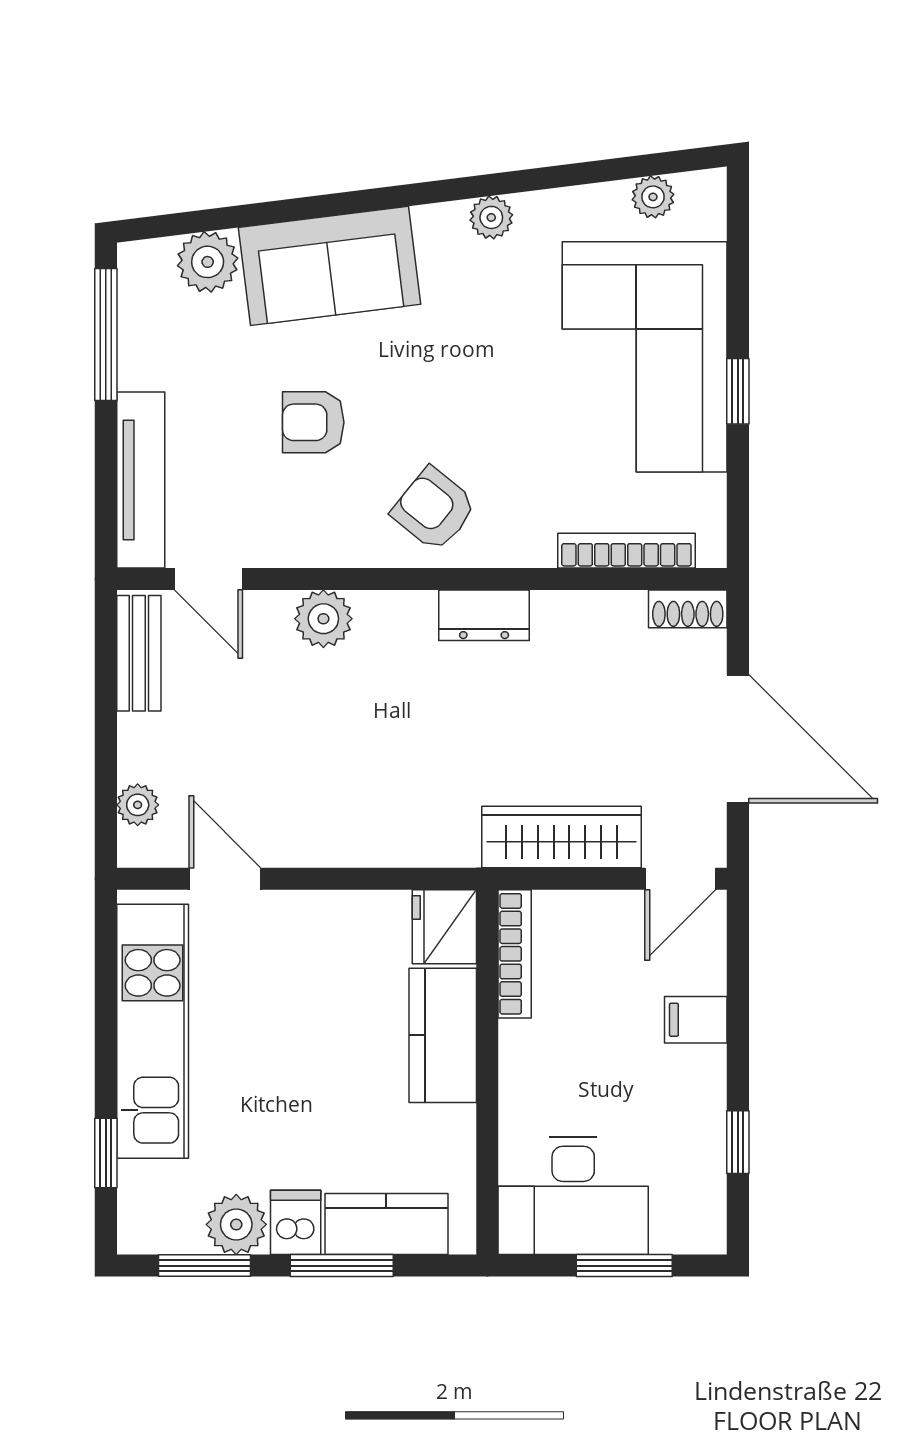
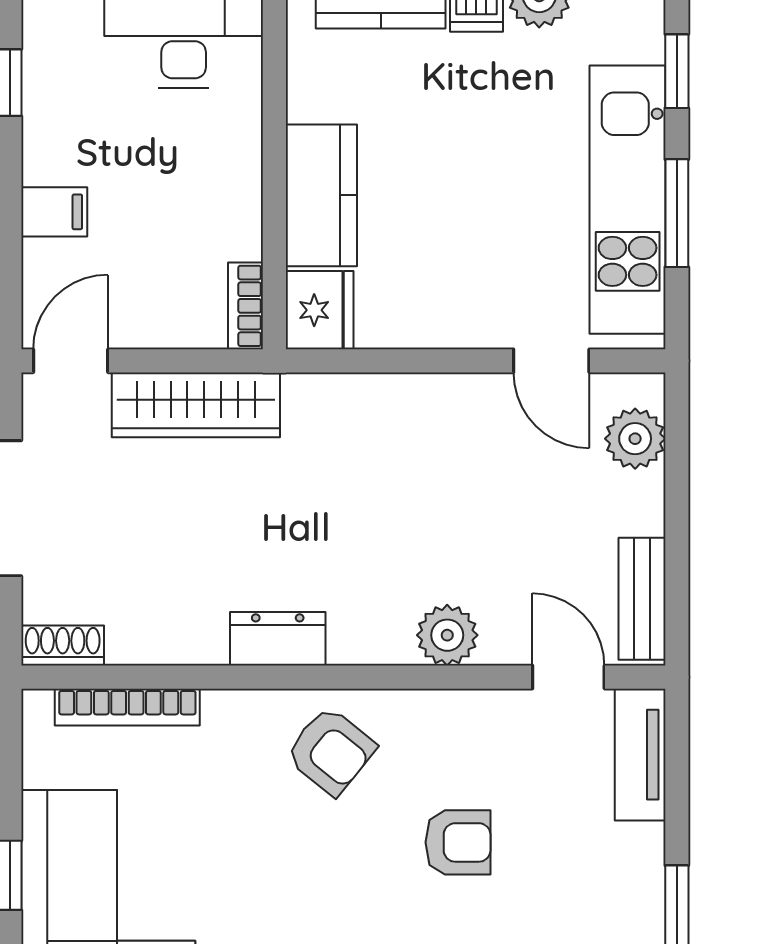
tv unit: (141, 480) -> (640, 755), width x0.71
plant: (138, 805) -> (635, 439), width x1.38, depth x1.38
bookcase: (515, 954) -> (245, 306), width x0.64
window: (106, 1018) -> (677, 213), added

